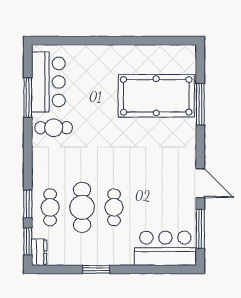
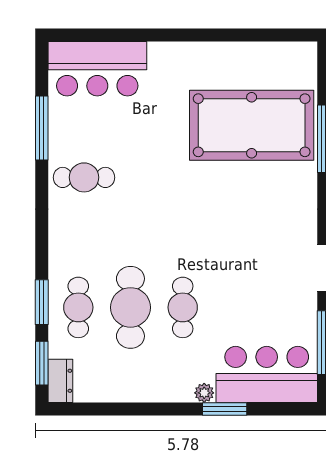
bar counter: (48, 82) -> (97, 69), moved, turned 90
plant: (127, 260) -> (204, 393), added
window: (96, 269) -> (225, 409), moved

